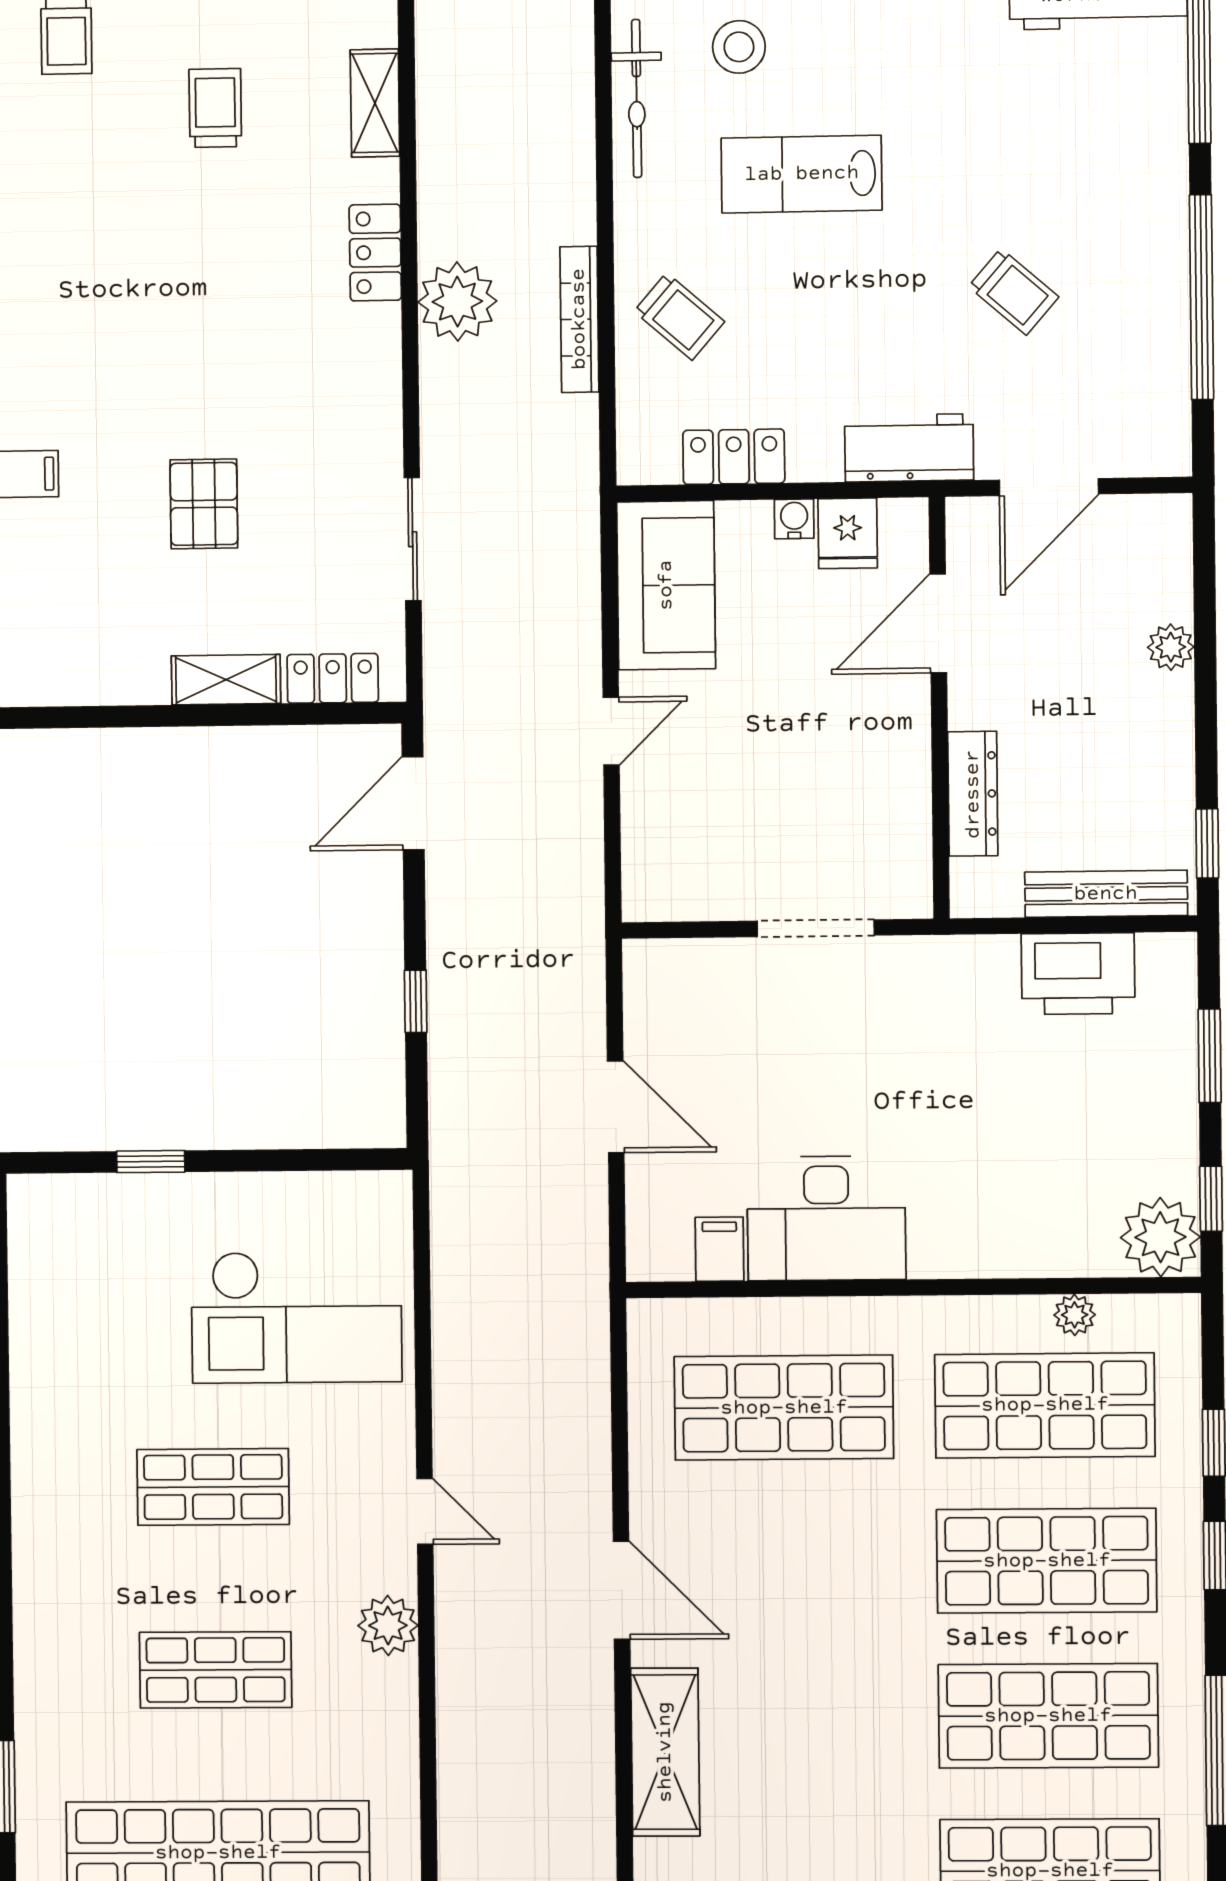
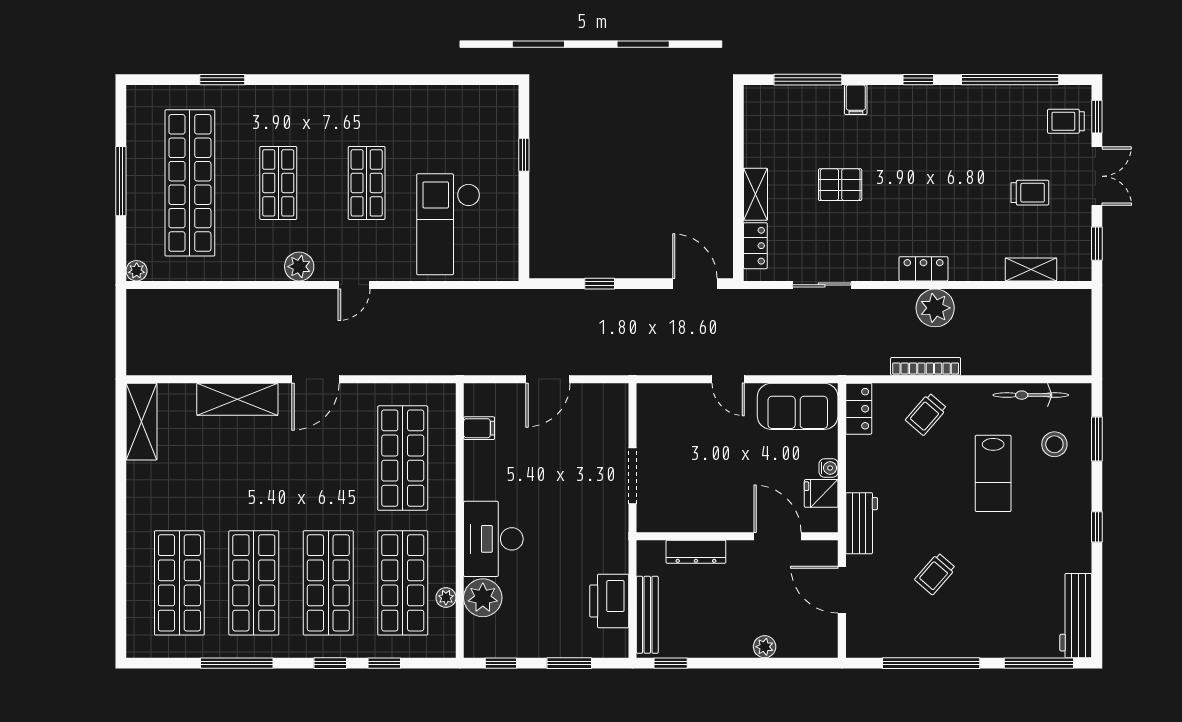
lab bench: (802, 174) -> (993, 473), turned 180
locker: (375, 253) -> (924, 269), moved
locker: (734, 457) -> (859, 409), moved
desk: (826, 1218) -> (493, 539), moved
plant: (1160, 1237) -> (483, 598), moved

